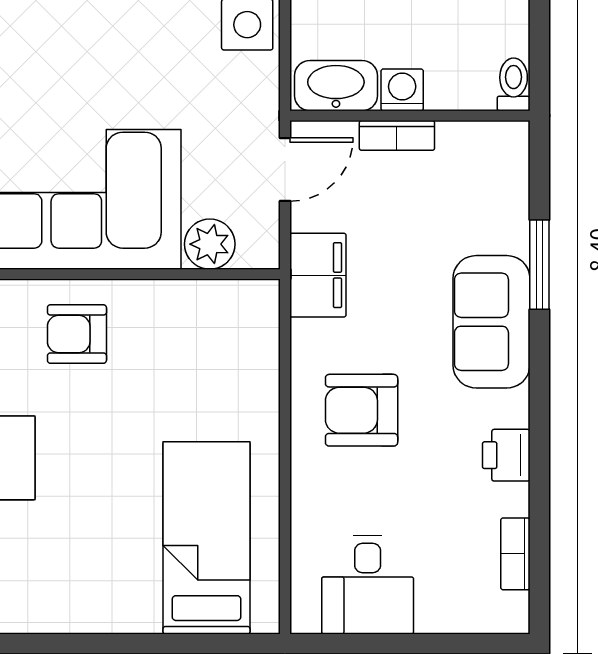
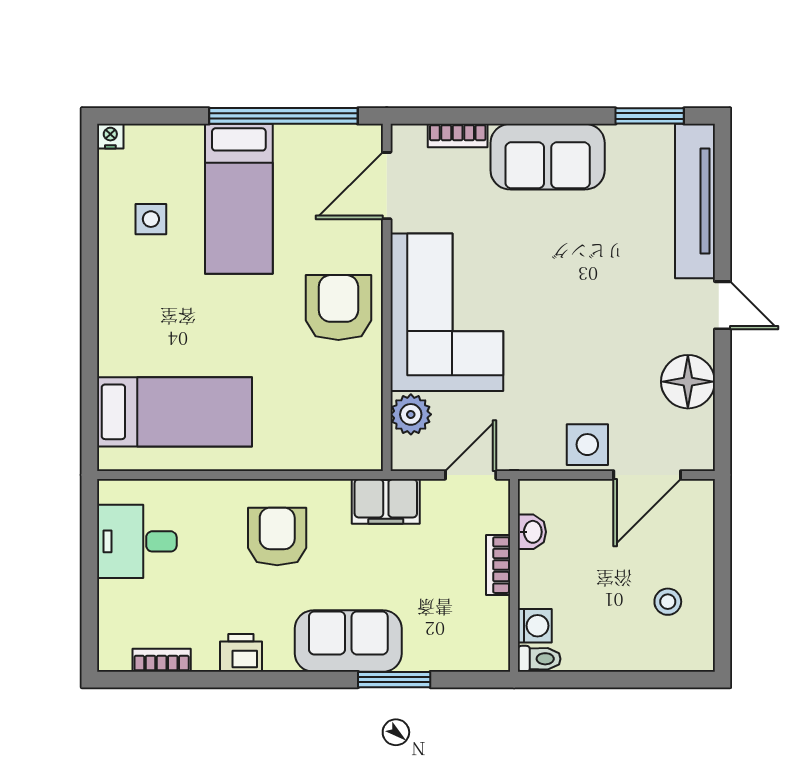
washbasin: (336, 86) -> (532, 532), width x0.52, depth x0.69
washing machine: (402, 90) -> (535, 626), moved
door: (285, 170) -> (471, 475), swing flipped
armchair: (77, 334) -> (338, 308), width x1.38, depth x1.38

